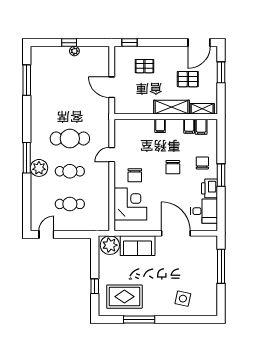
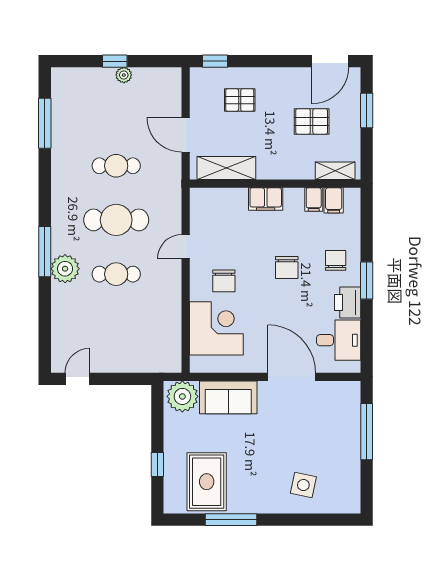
shelving: (171, 107) -> (226, 168), moved
filing cabinet: (160, 126) -> (266, 199), width x2.00
cafe table: (70, 204) -> (116, 166), moved
rug: (124, 297) -> (207, 482), turned 90

